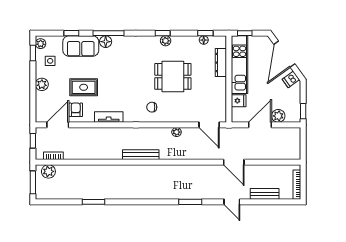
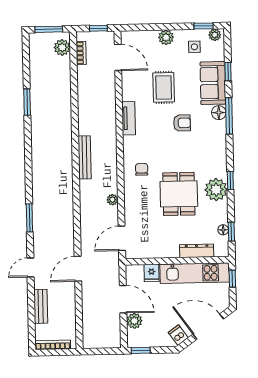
plant: (166, 41) -> (216, 190), width x1.88, depth x1.88
armchair: (76, 110) -> (182, 123), moved

